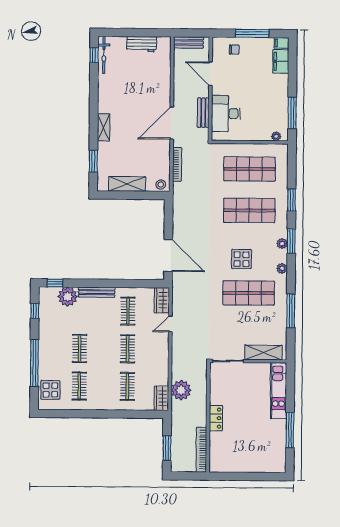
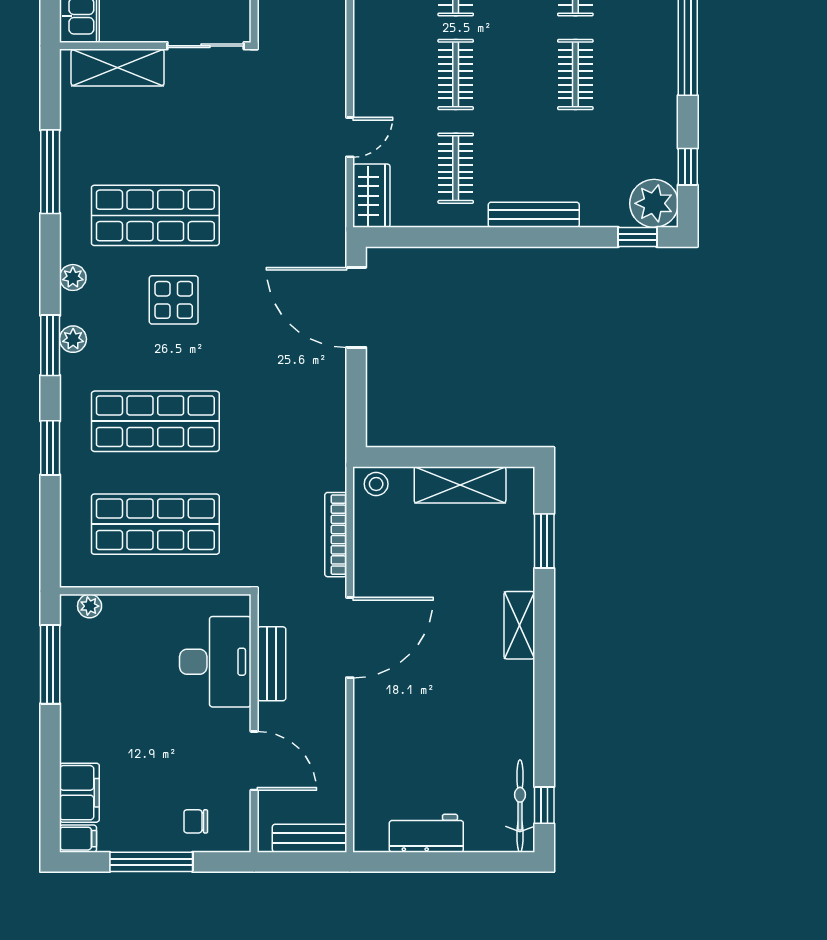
plant: (68, 297) -> (654, 203), moved

